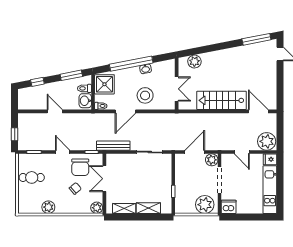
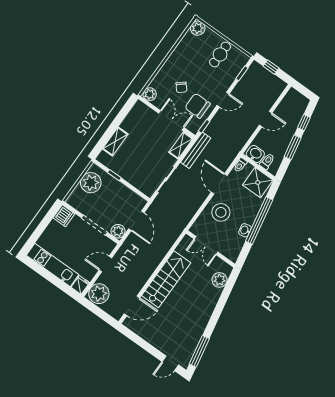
window: (71, 75) -> (293, 147), moved
plant: (205, 205) -> (91, 183), moved
plant: (48, 207) -> (198, 28), moved
shelving: (124, 208) -> (181, 145), moved

